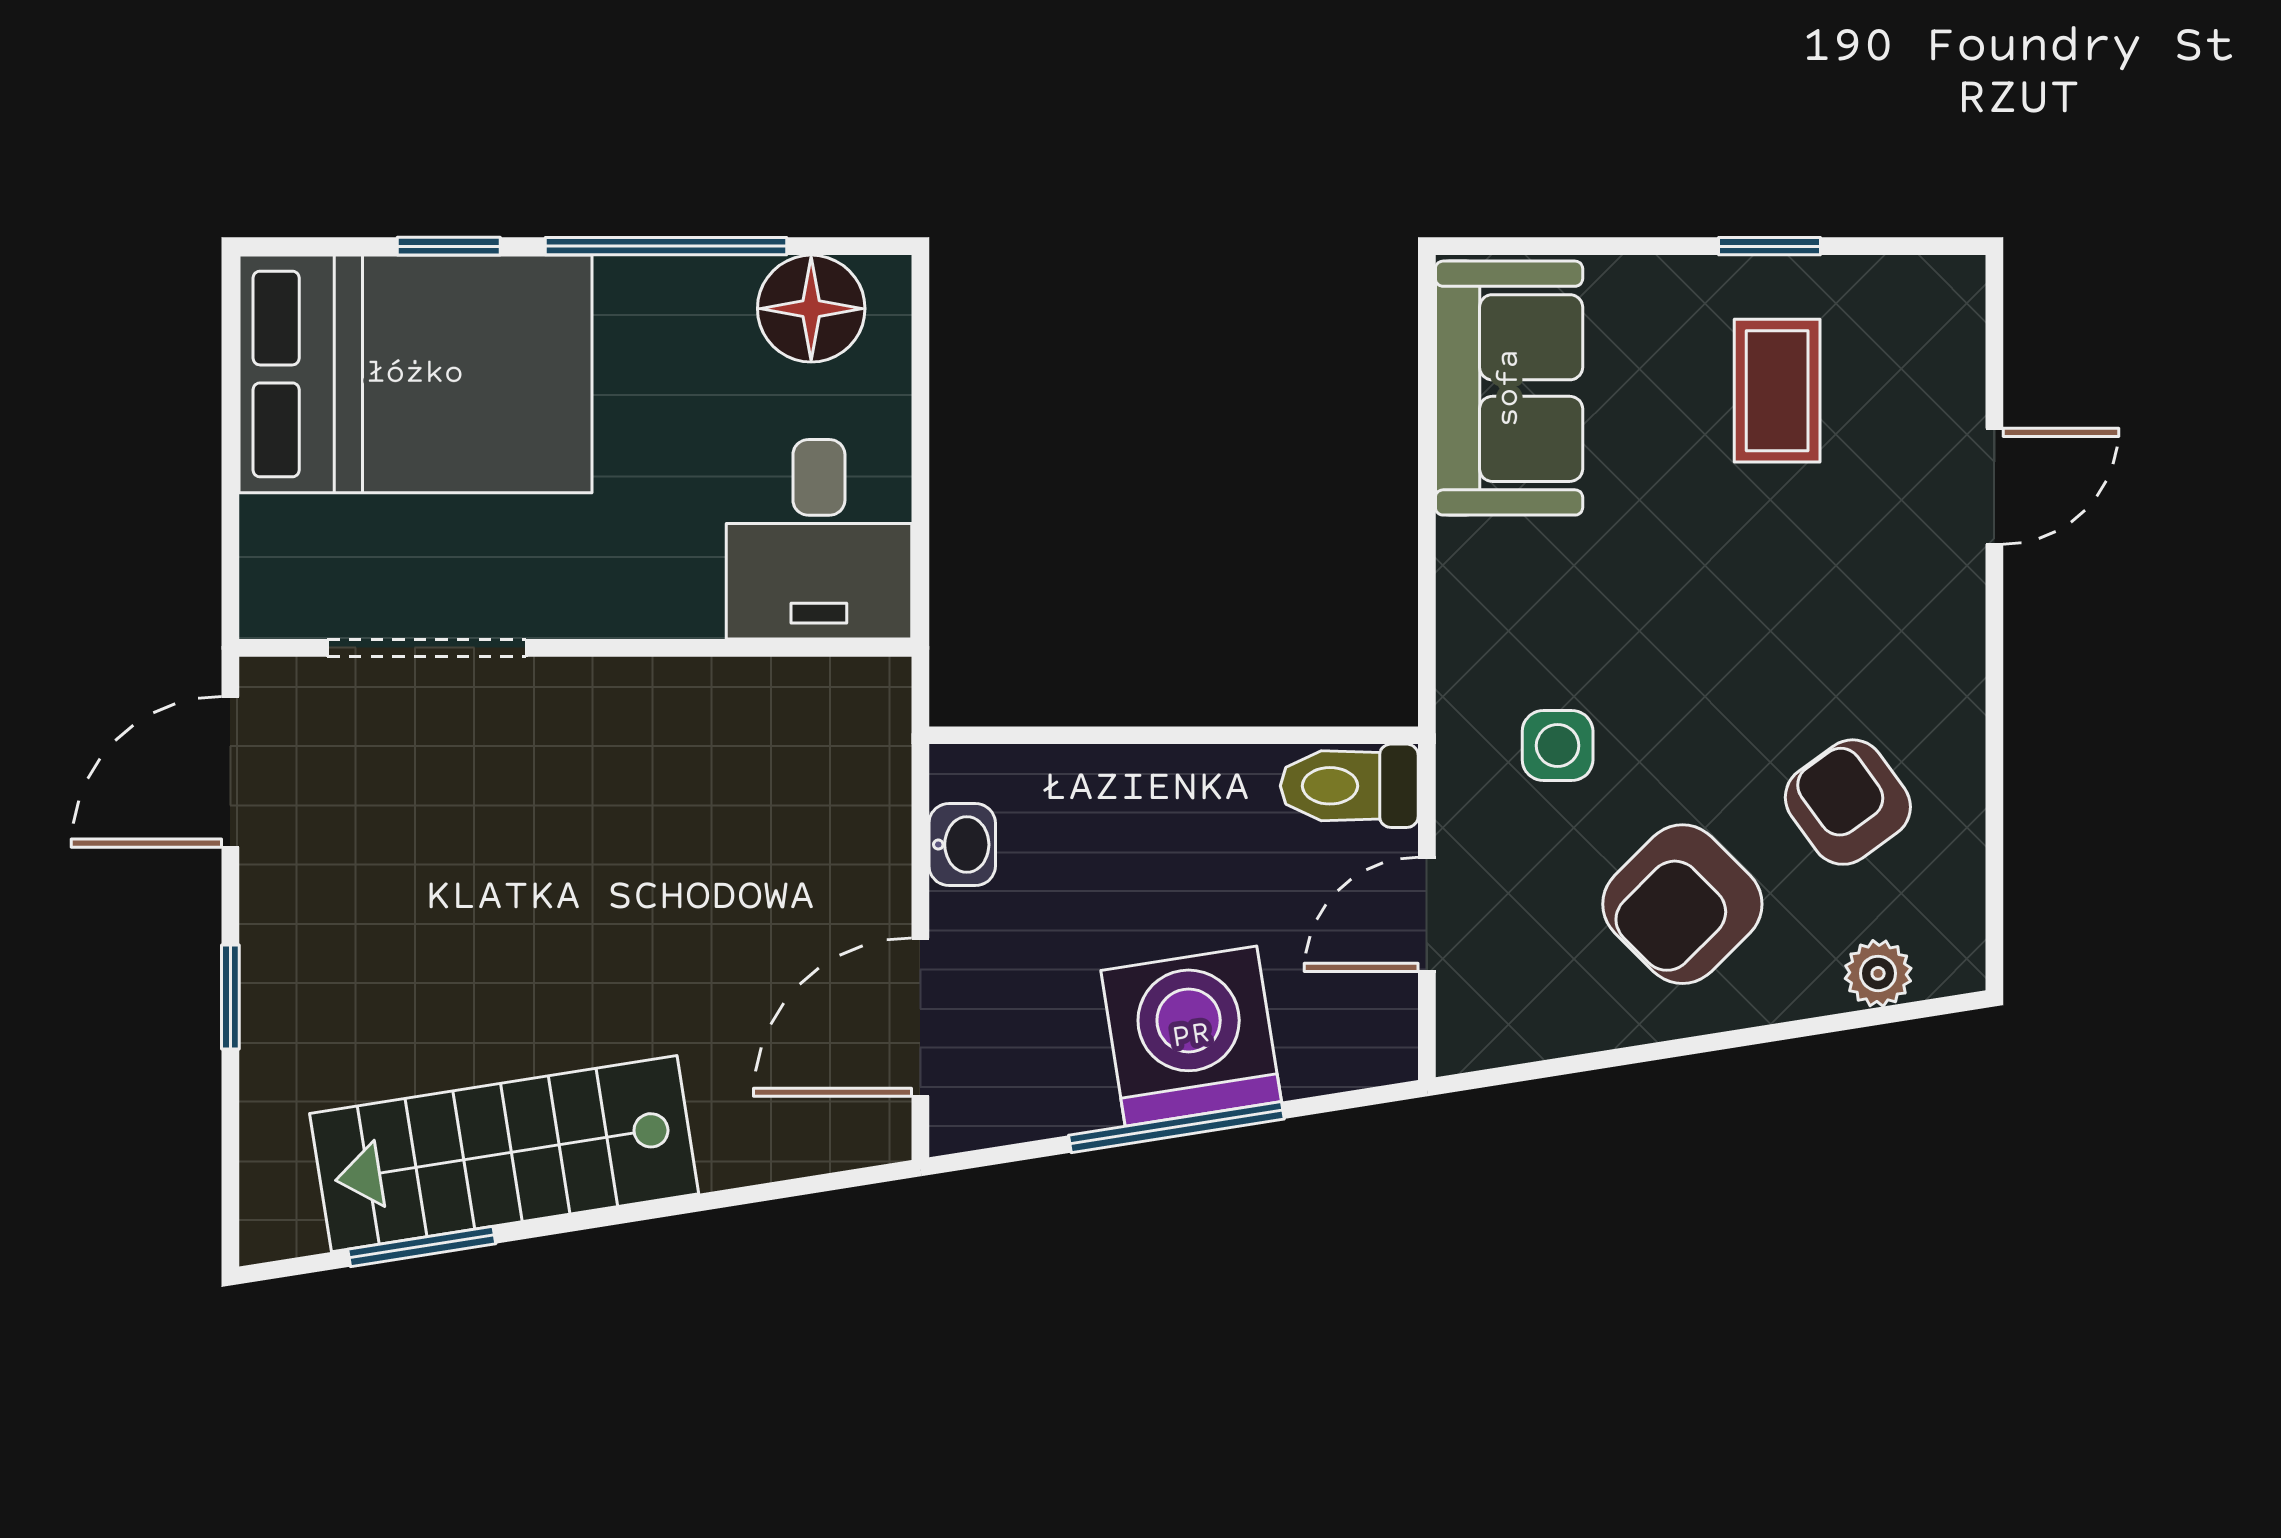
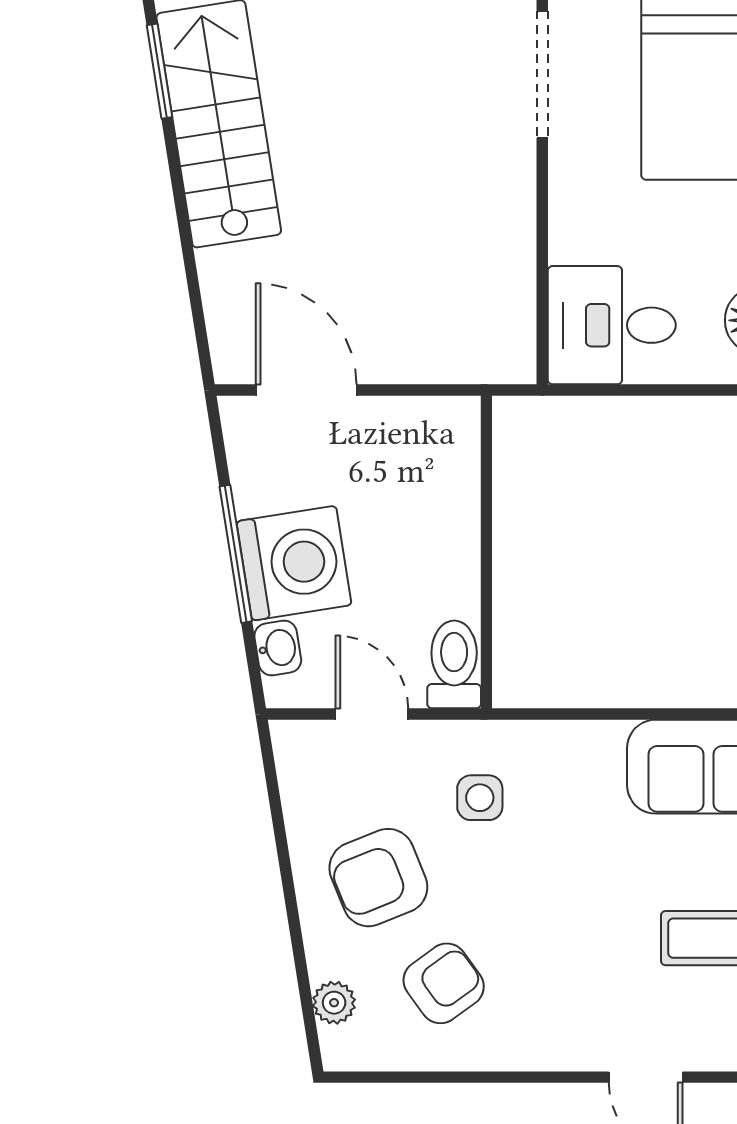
washbasin: (962, 845) -> (278, 648), moved, turned -99
armchair: (1682, 904) -> (378, 878), turned -67

